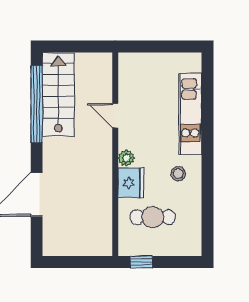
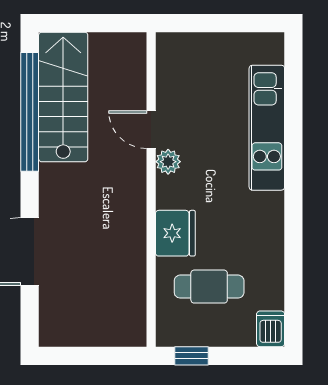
plant: (126, 158) -> (168, 162), moved
stool: (178, 174) -> (248, 219), removed
dishwasher: (193, 245) -> (271, 329), added

